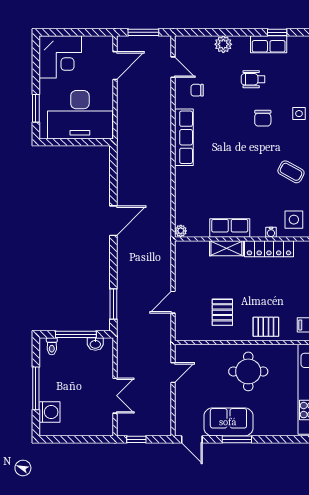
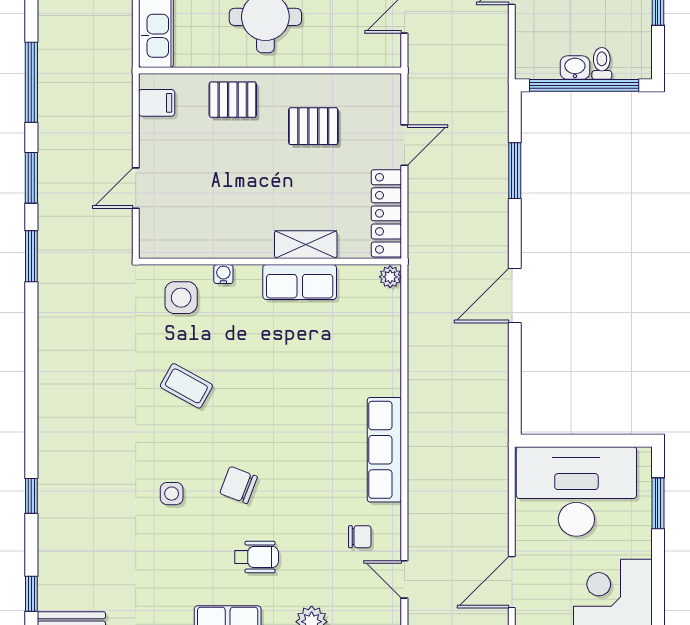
chair: (263, 118) -> (239, 485), turned -69
locker: (269, 249) -> (386, 213), moved, turned -90
window: (113, 304) -> (515, 171), moved
pallet: (222, 312) -> (313, 126), turned 90
window: (76, 334) -> (584, 85), width x1.46
washbasin: (95, 344) -> (575, 68), moved
toilet: (52, 346) -> (602, 63), moved

